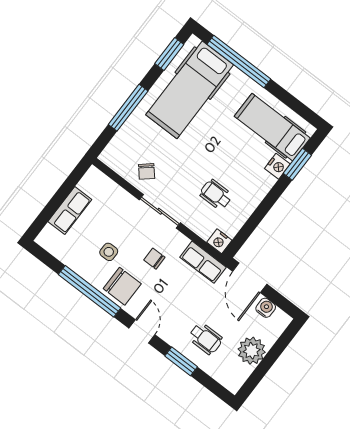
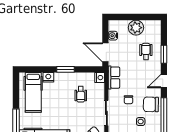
window: (297, 164) -> (66, 69), moved
door: (250, 278) -> (105, 52), swing flipped
chair: (122, 286) -> (151, 104), turned -89

